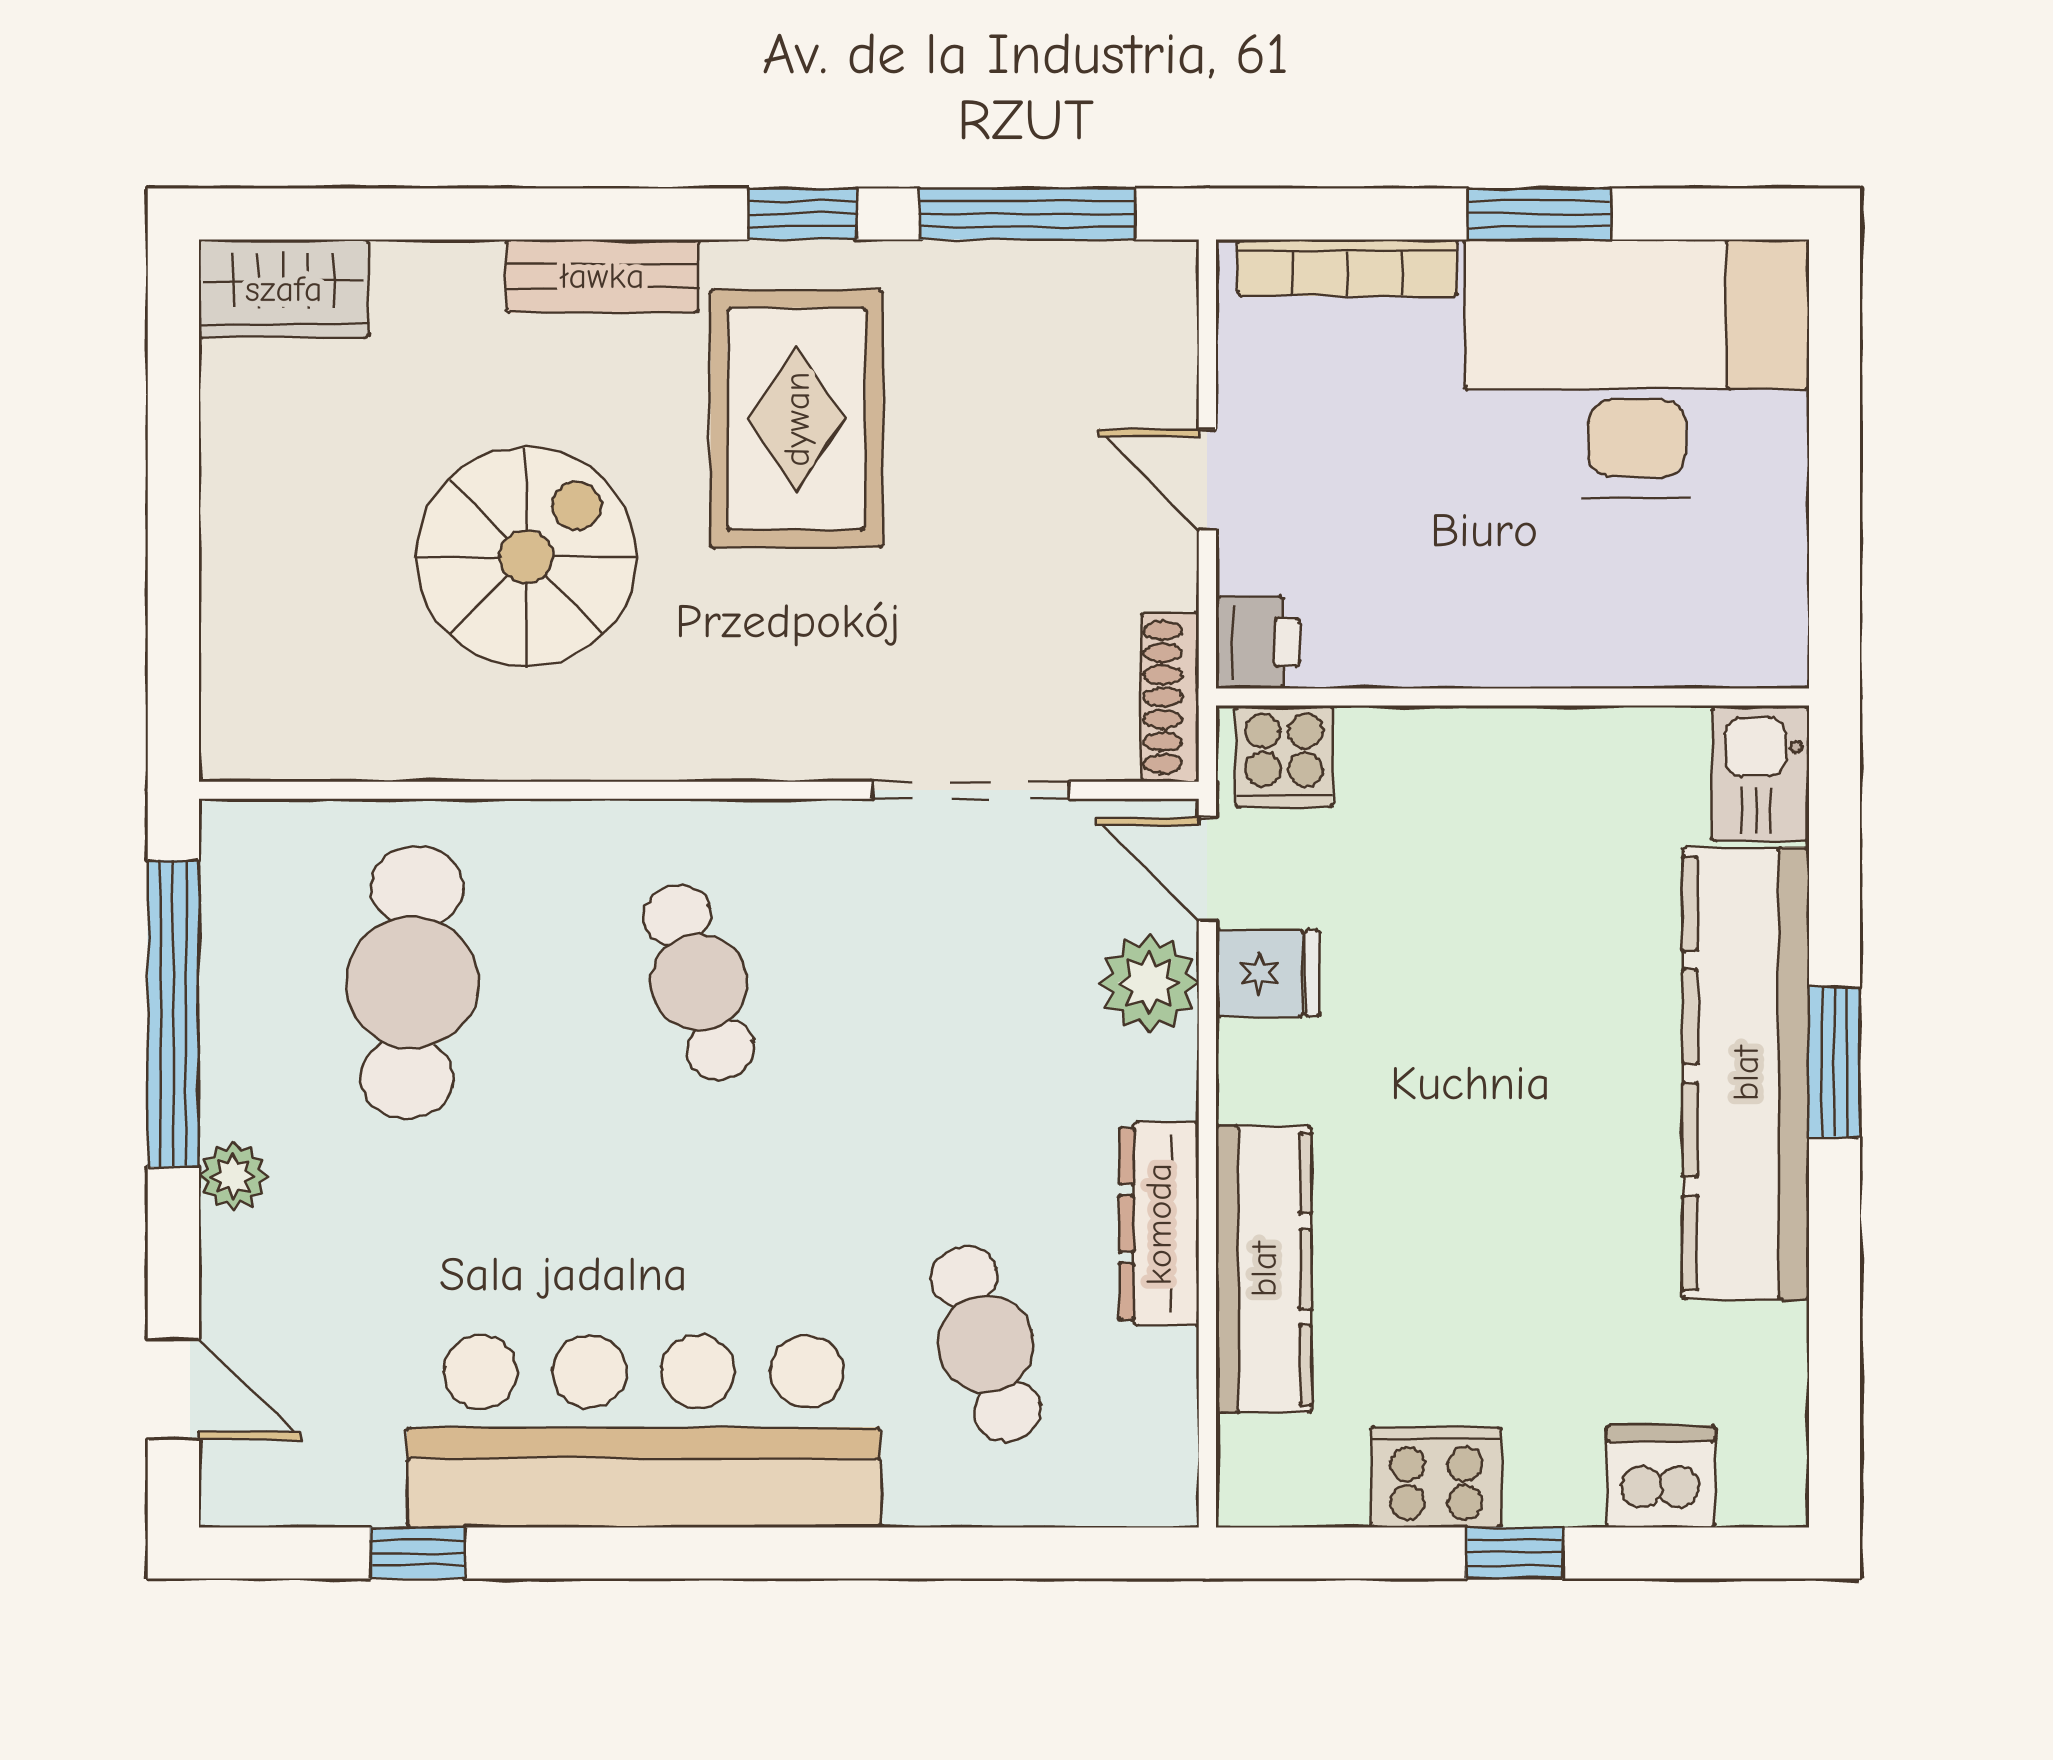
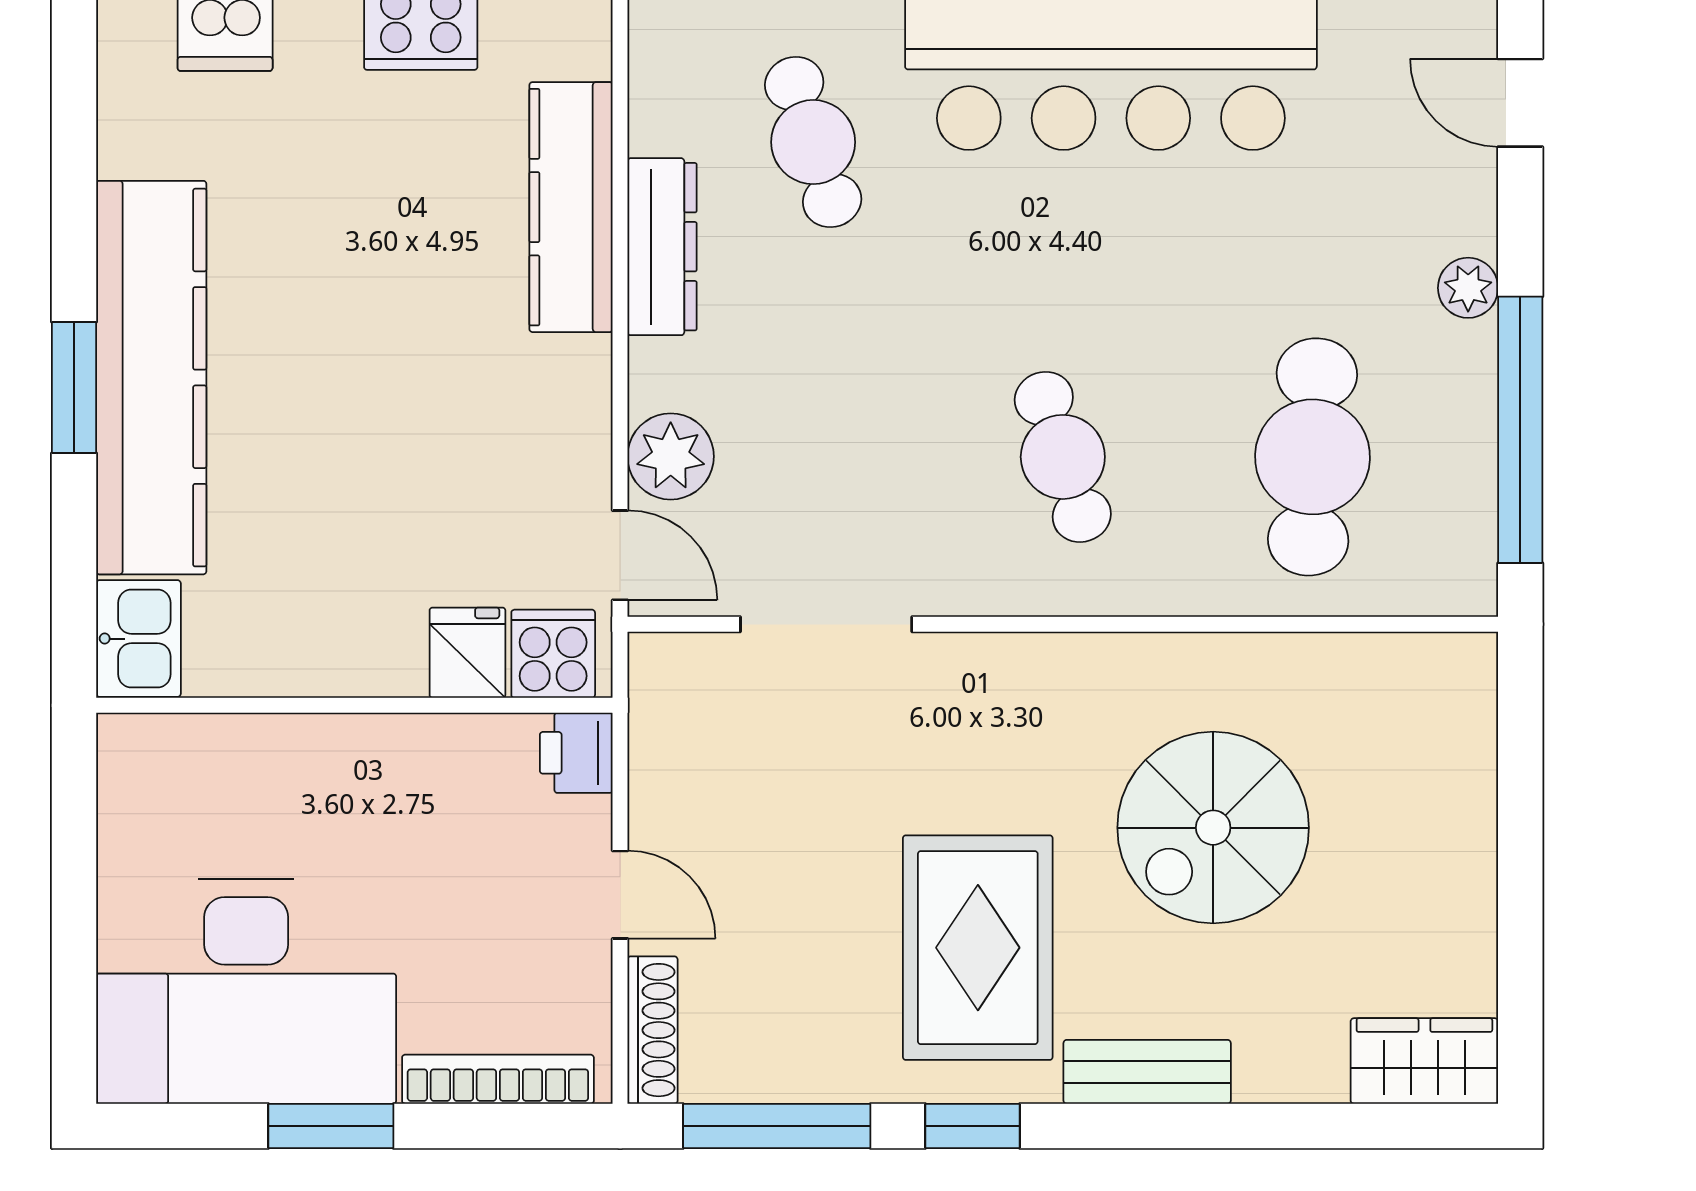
shoe rack: (1170, 697) -> (653, 1030), moved
fridge: (1268, 973) -> (467, 653), moved, turned 90

